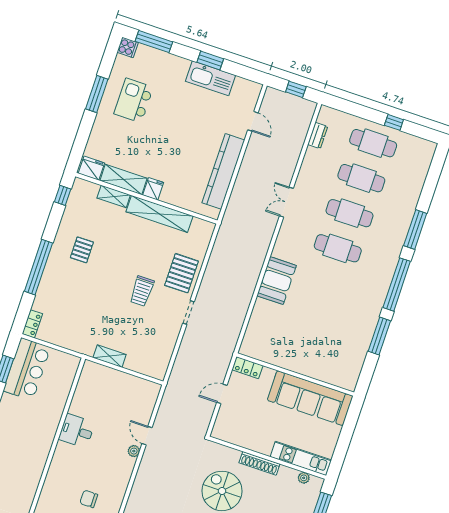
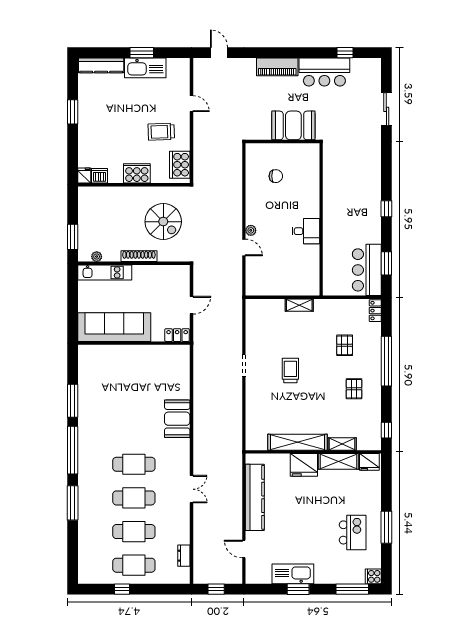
fridge: (153, 189) -> (304, 465), width x1.88, depth x1.34
pallet: (182, 273) -> (345, 345), moved, width x0.67, depth x0.71

